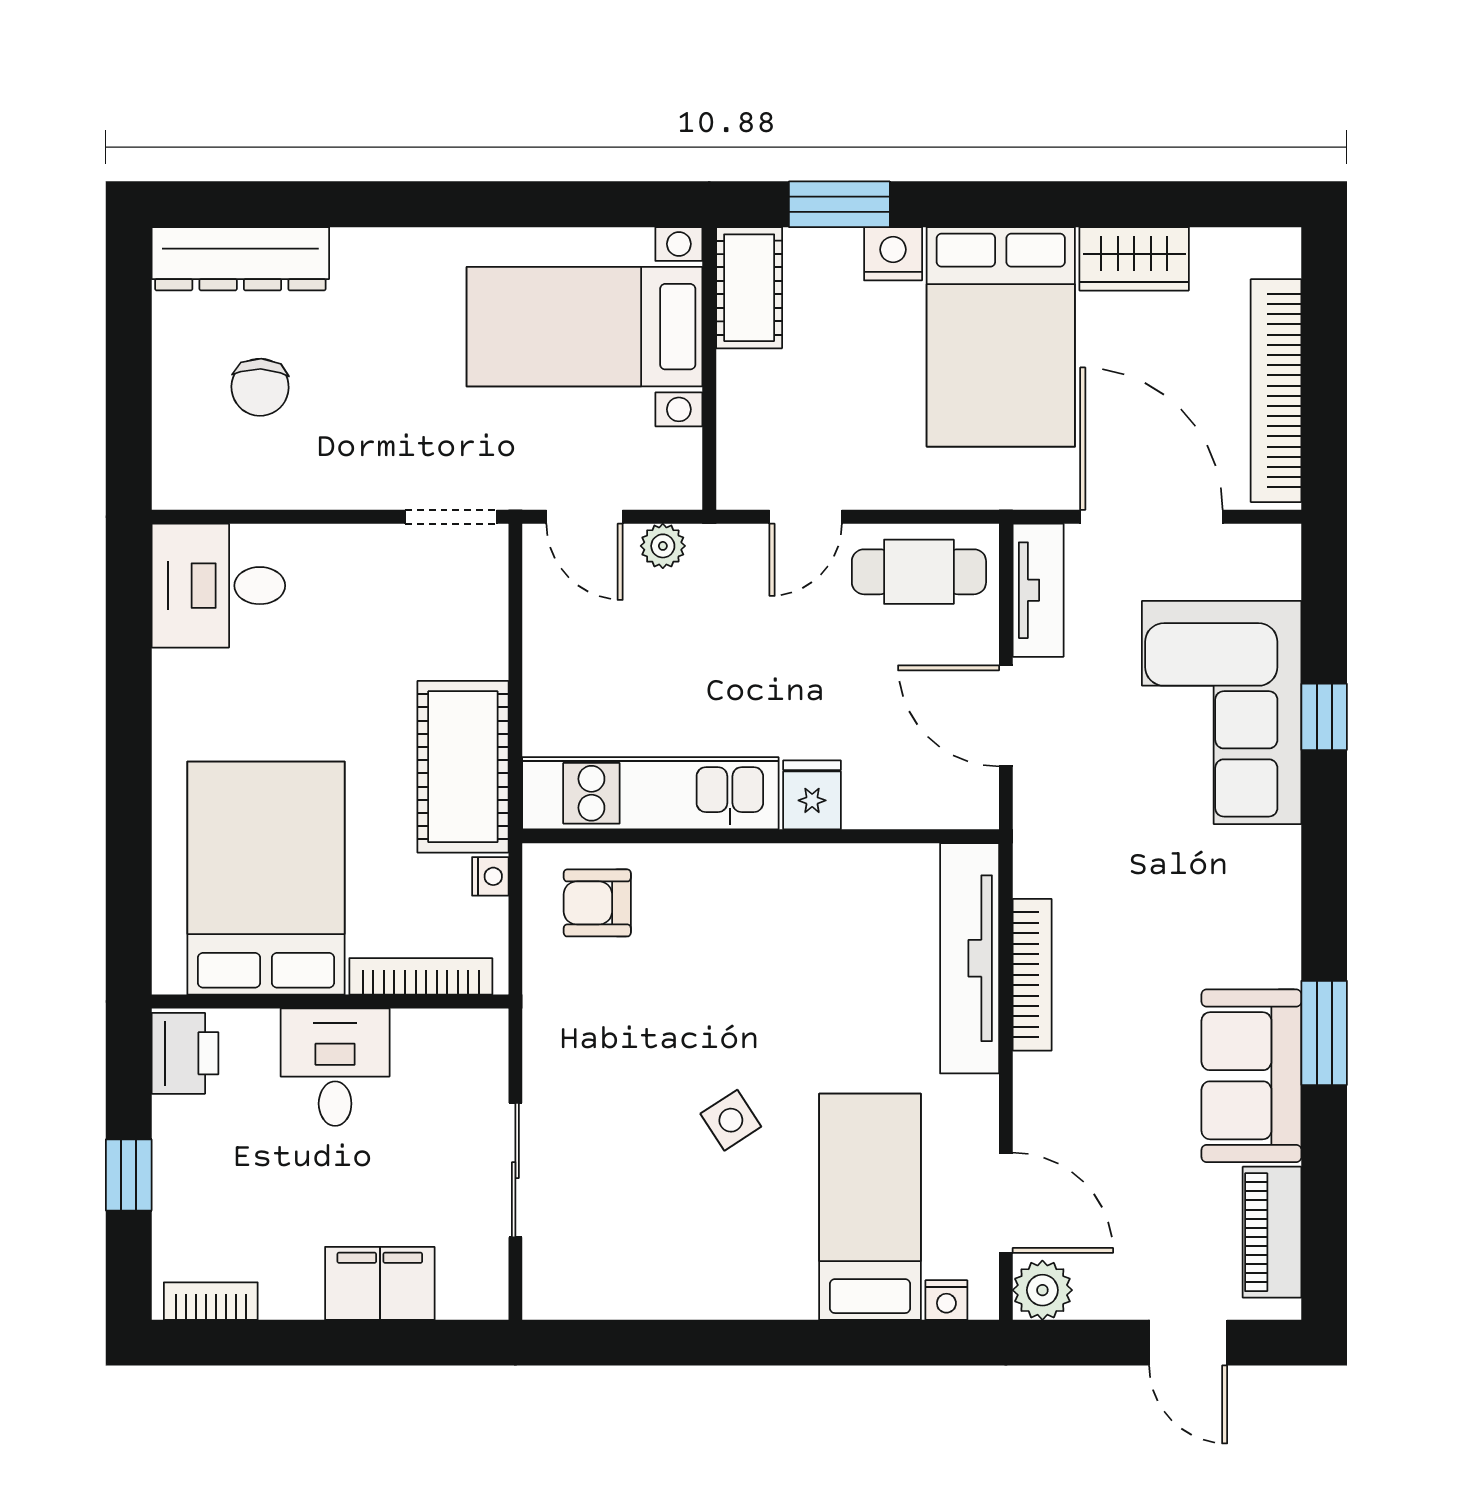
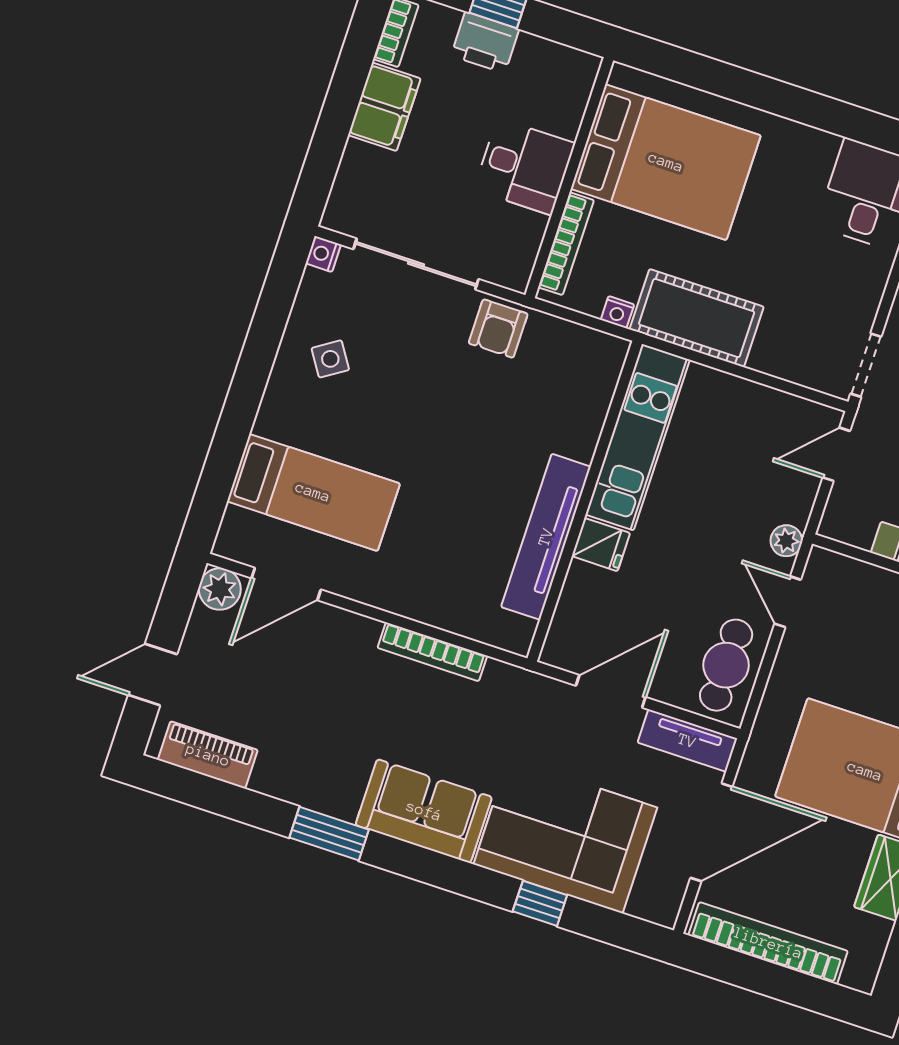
plant: (663, 546) -> (786, 541), moved
armchair: (597, 903) -> (498, 329), moved, turned 180
tv unit: (970, 958) -> (546, 537), moved, turned -90
printer: (185, 1053) -> (485, 42), moved
sofa: (1251, 1076) -> (424, 811), moved
side table: (731, 1120) -> (330, 359), moved
sliding door: (515, 1170) -> (416, 264), width x1.37
filing cabinet: (380, 1283) -> (384, 107), moved
nightstand: (946, 1300) -> (323, 254), moved

